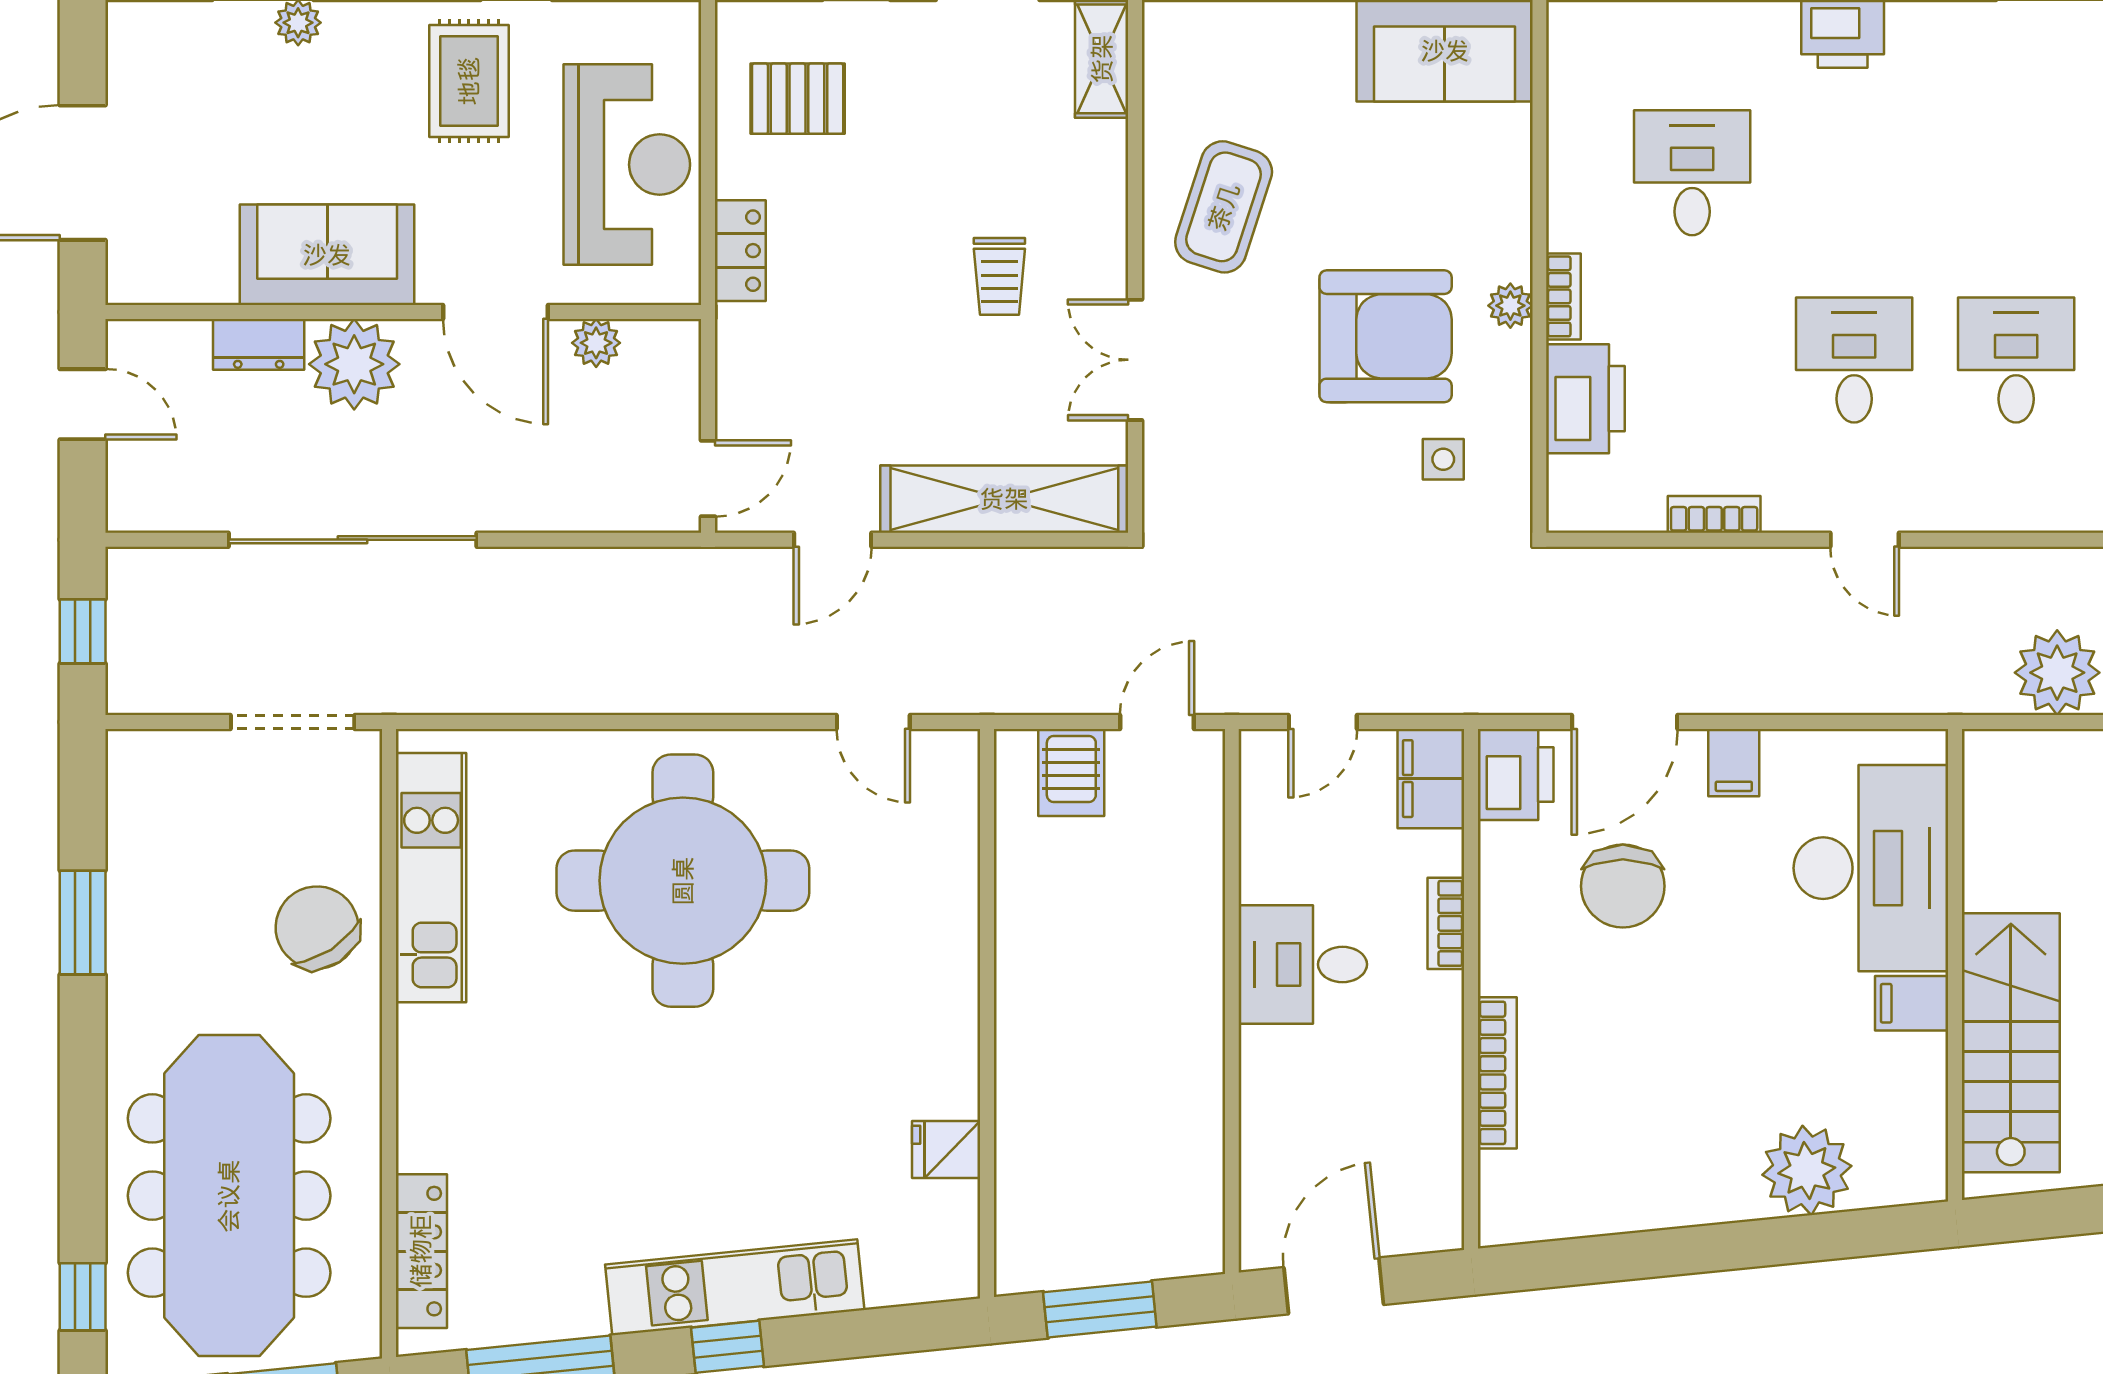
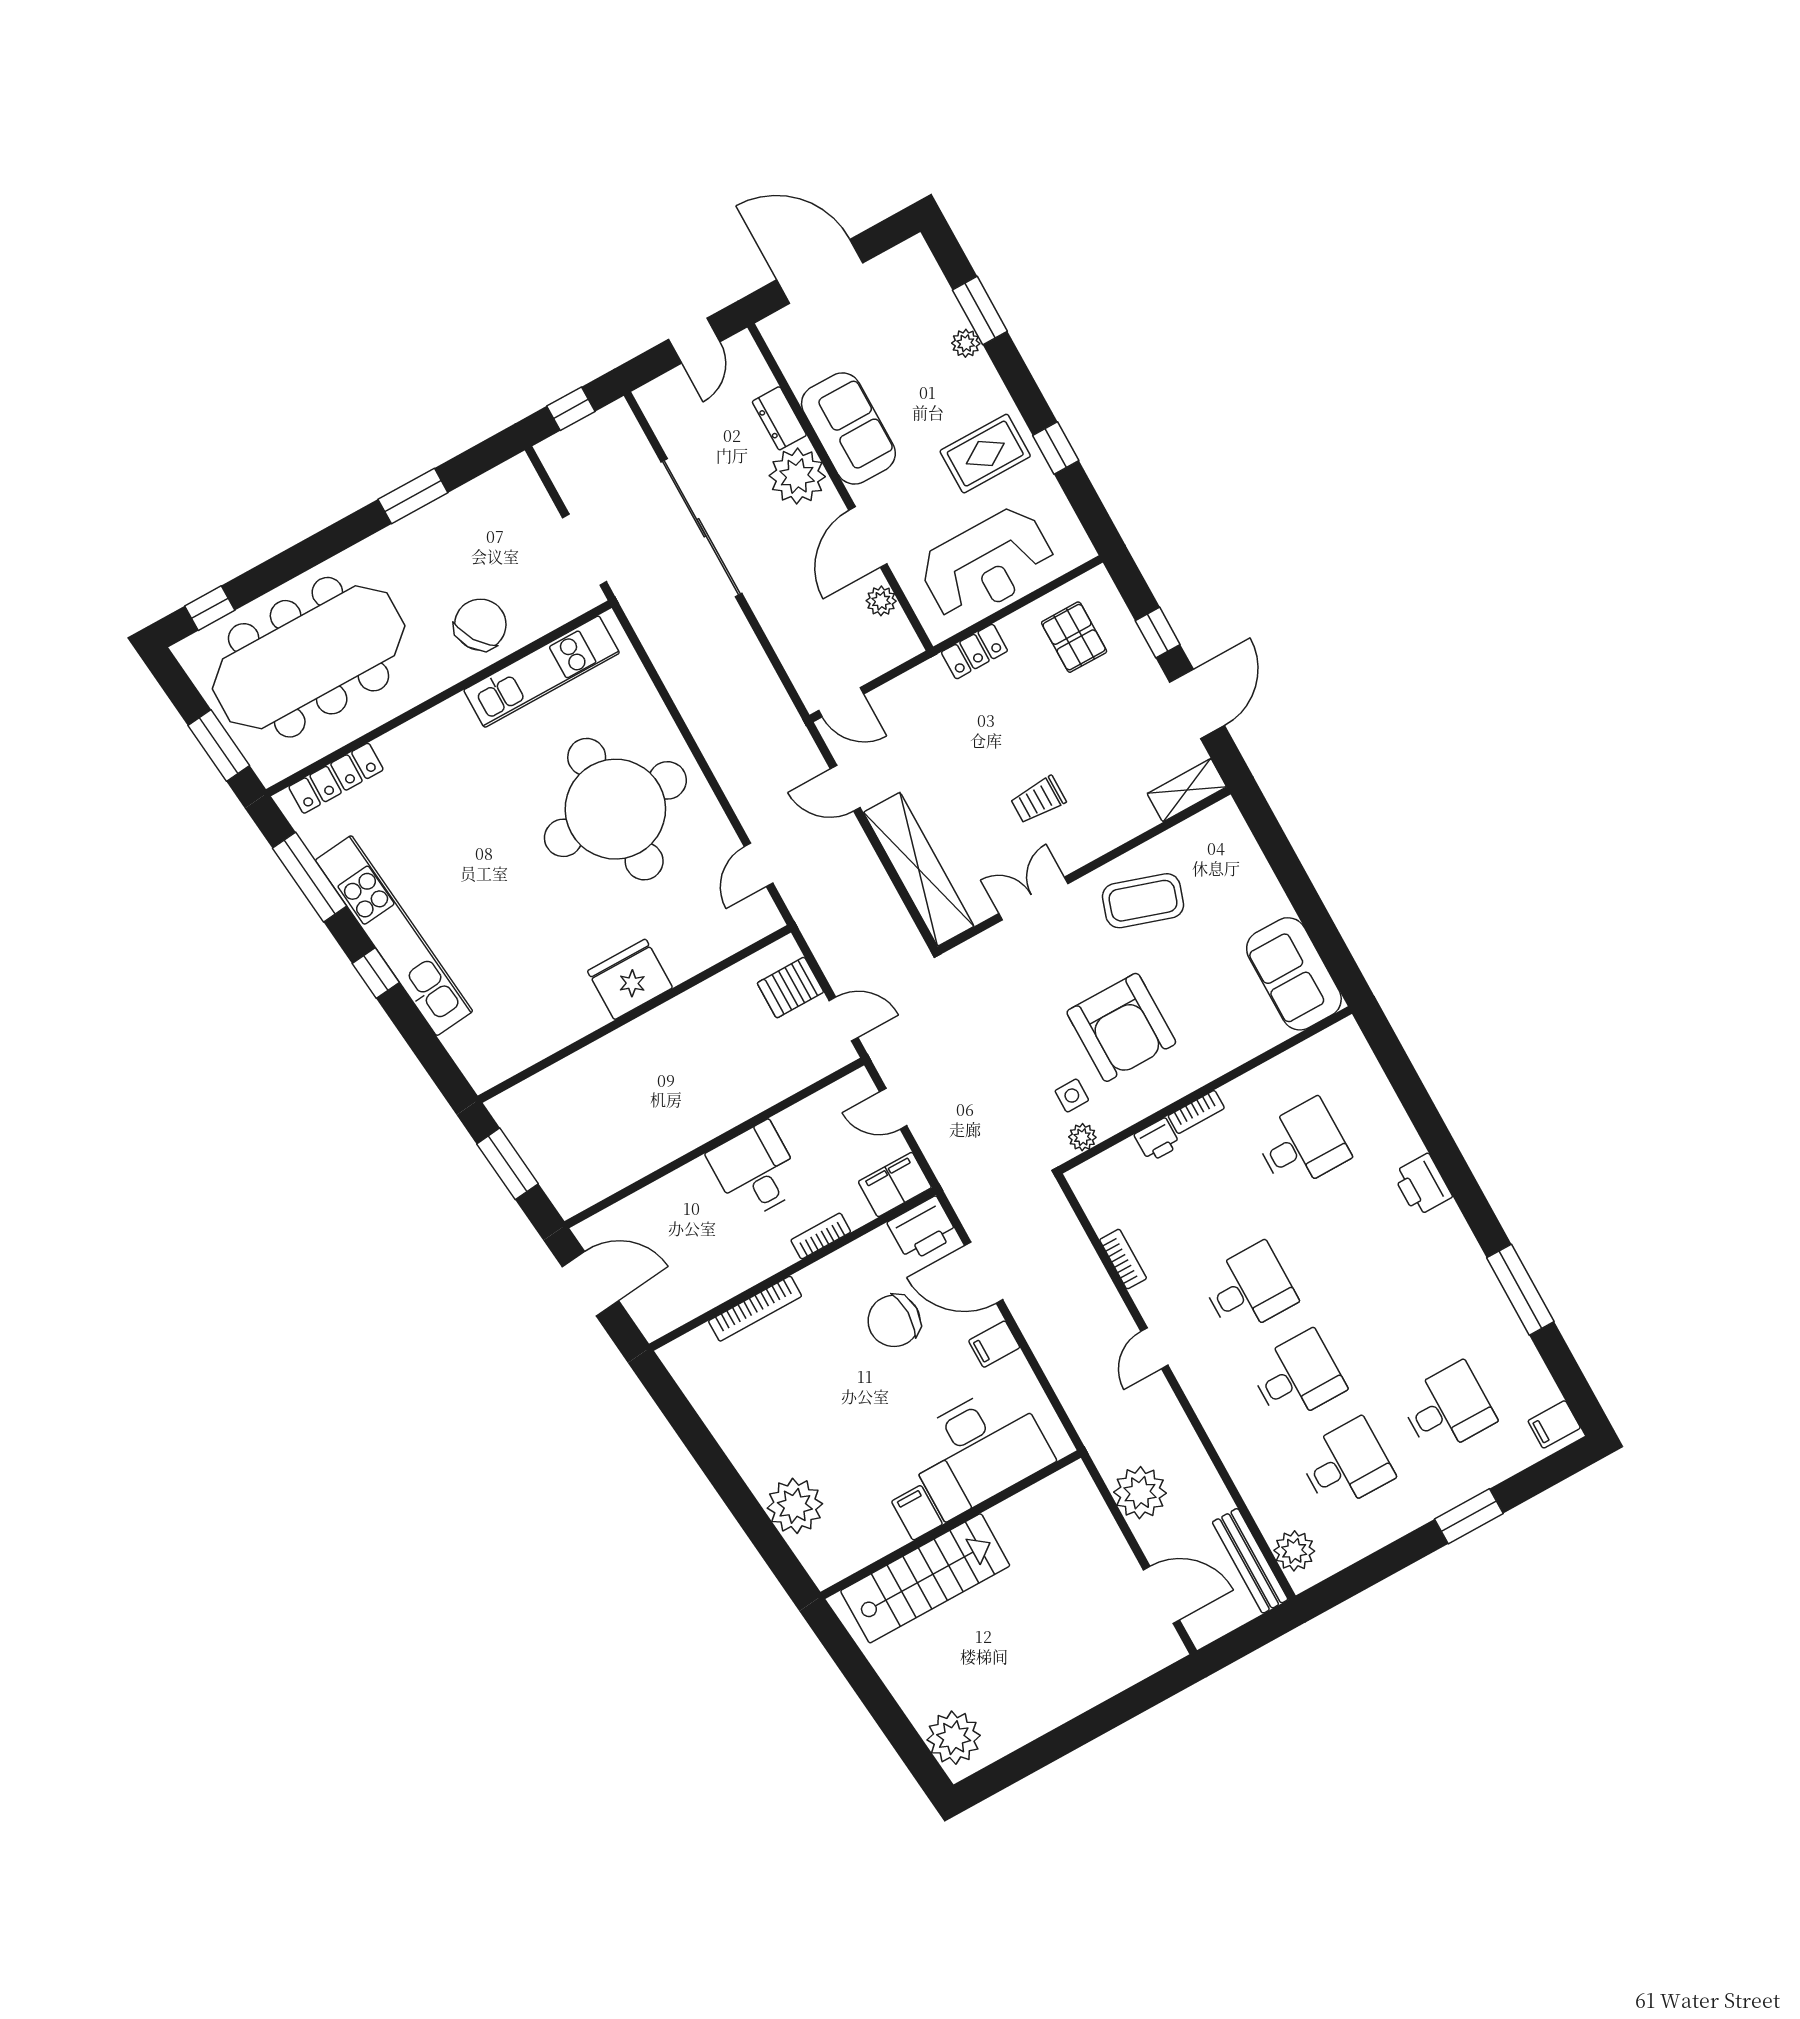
plant: (1510, 306) -> (1082, 1137), moved
printer: (1585, 399) -> (1157, 1140), width x0.53, depth x0.68
fridge: (946, 1150) -> (630, 979), moved, width x1.88, depth x1.34
kitchen unit: (735, 1287) -> (394, 936), width x1.36

